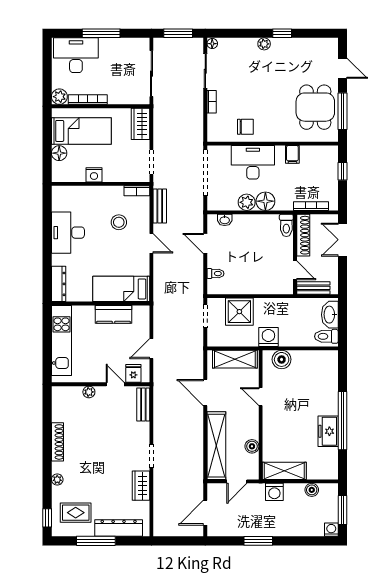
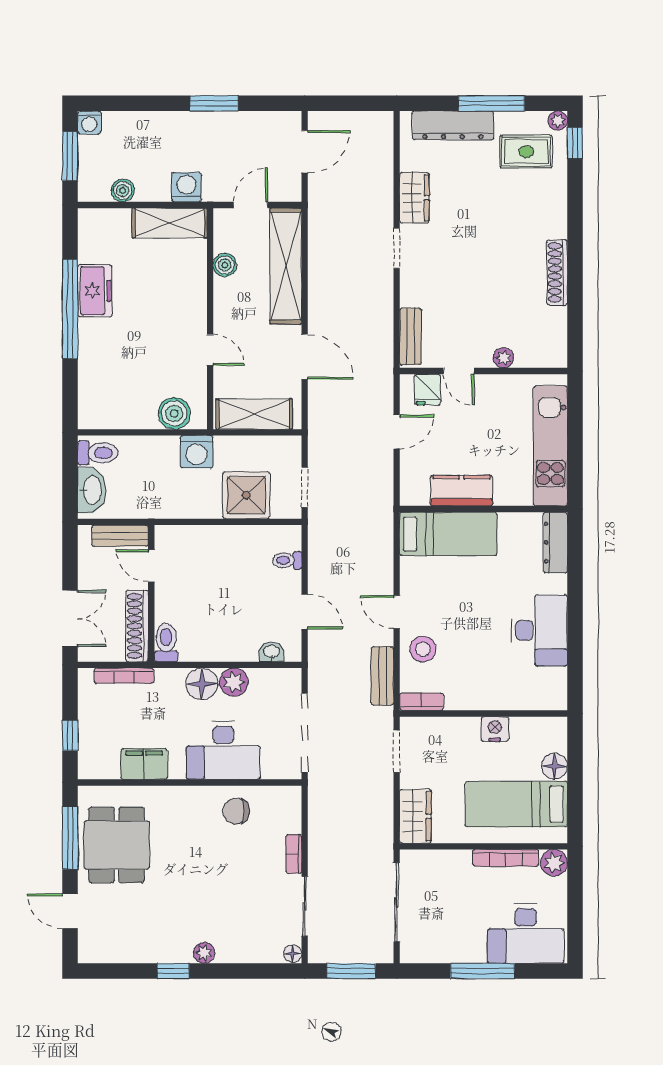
filing cabinet: (292, 154) -> (144, 764), width x2.00
stool: (119, 222) -> (423, 649), moved
plant: (57, 480) -> (558, 121), moved

